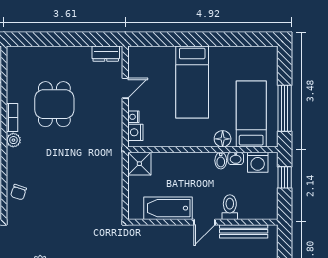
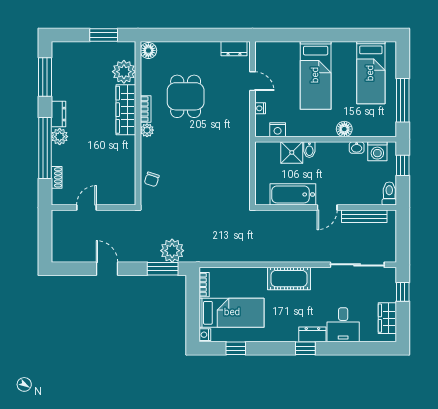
floor lamp: (15, 56) -> (148, 50), added
door: (125, 88) -> (252, 81), hinge flipped
bed: (251, 114) -> (371, 73), moved, turned 180
nightstand: (135, 132) -> (278, 130), moved, turned -90
bidet: (221, 161) -> (309, 150), moved
shower: (139, 164) -> (292, 152), moved
toilet: (230, 207) -> (389, 193), moved

